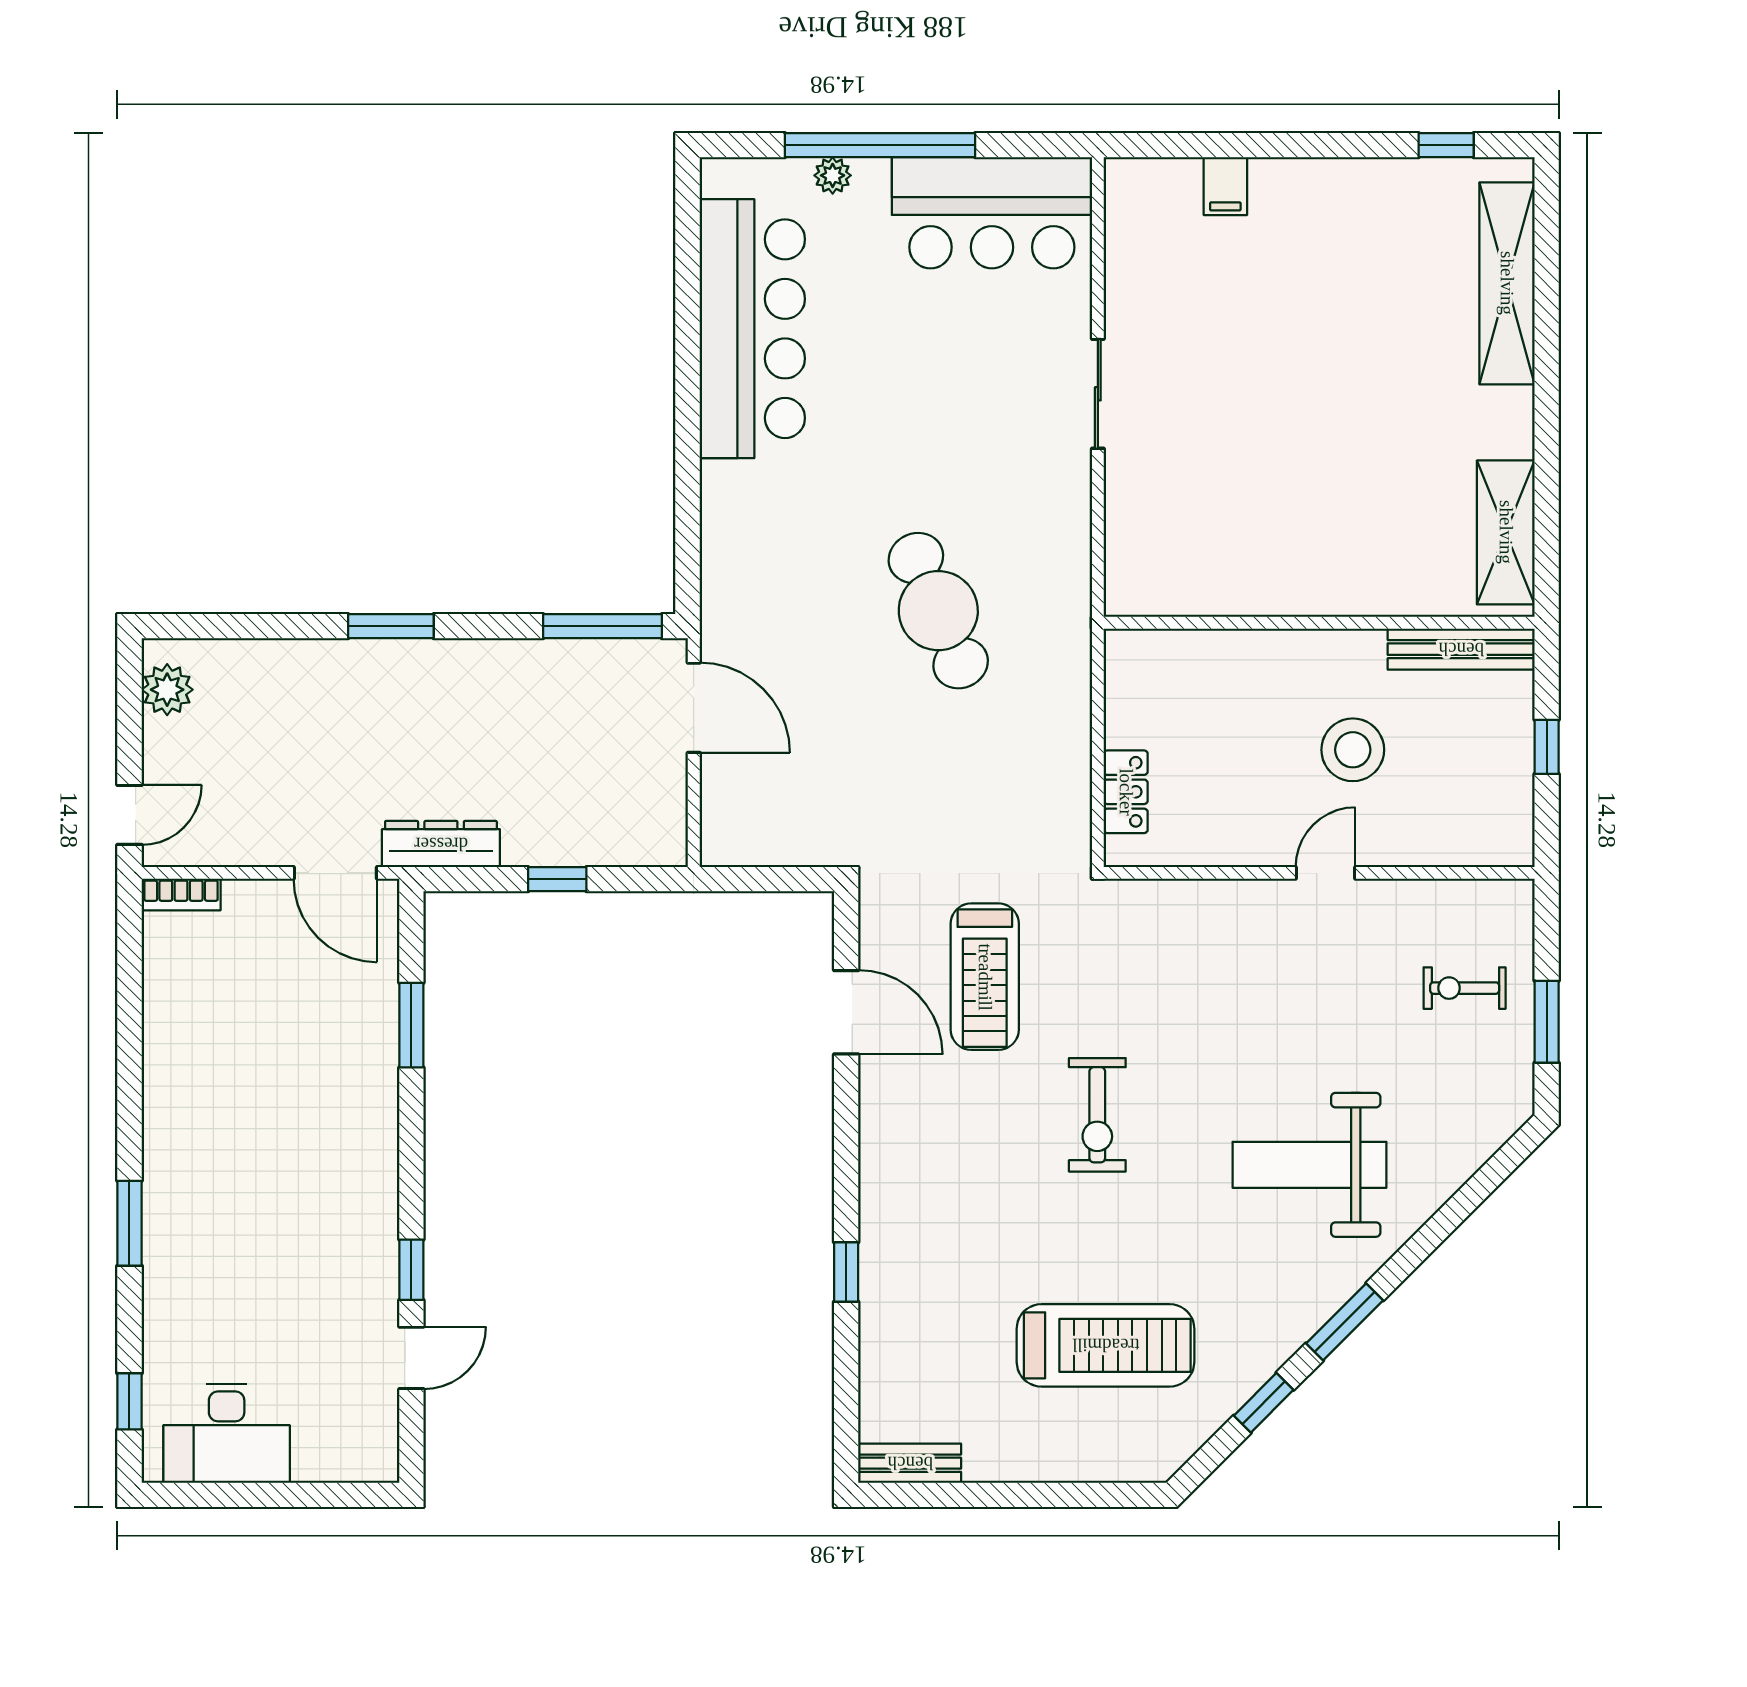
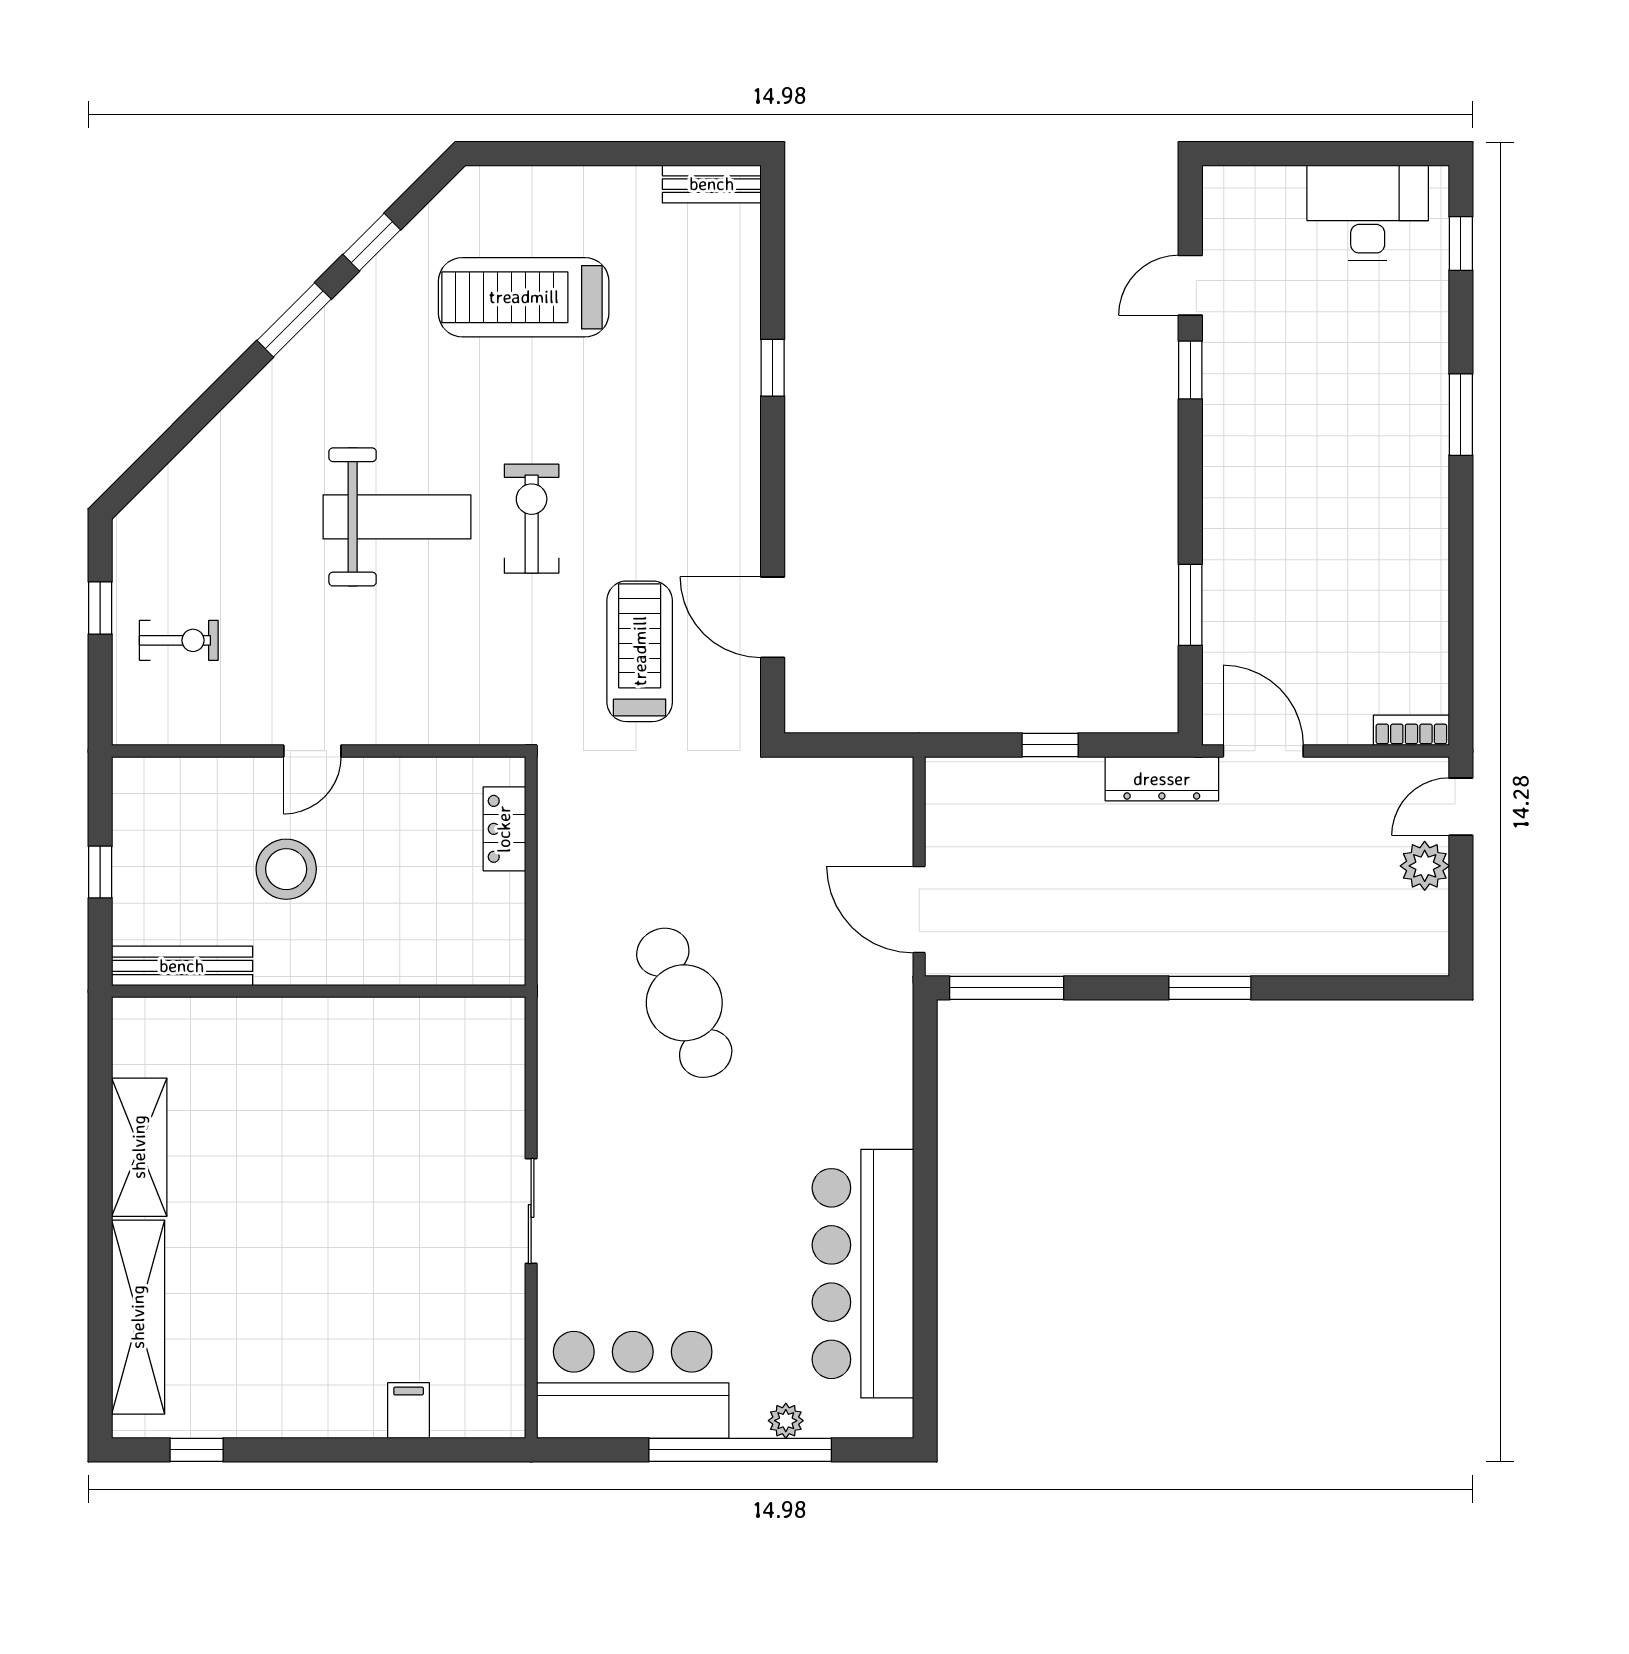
shelving: (1506, 532) -> (139, 1147), moved
plant: (167, 690) -> (1425, 866), moved
window: (1547, 1022) -> (100, 608), width x0.67
weight bench: (1310, 1165) -> (397, 517), moved

